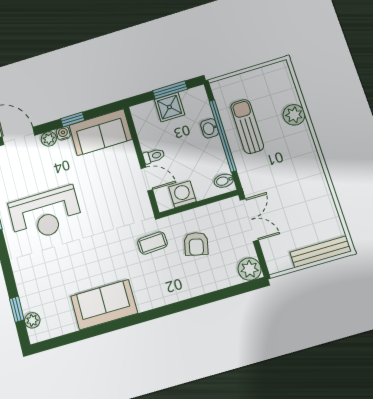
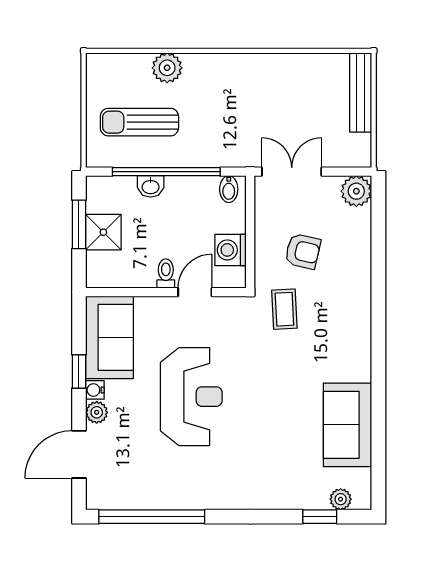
sun lounger: (247, 127) -> (139, 122), moved
reception desk: (45, 214) -> (191, 397), moved
sofa: (104, 305) -> (348, 425), moved

